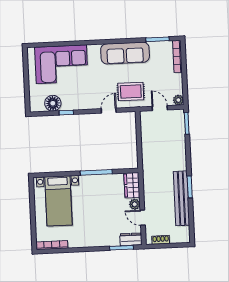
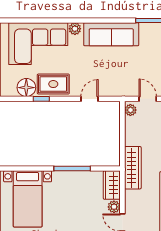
plant: (93, 50) -> (75, 29), added
rug: (131, 91) -> (53, 84), moved
plant: (145, 119) -> (130, 110), added
wardrobe: (149, 169) -> (133, 168), added

